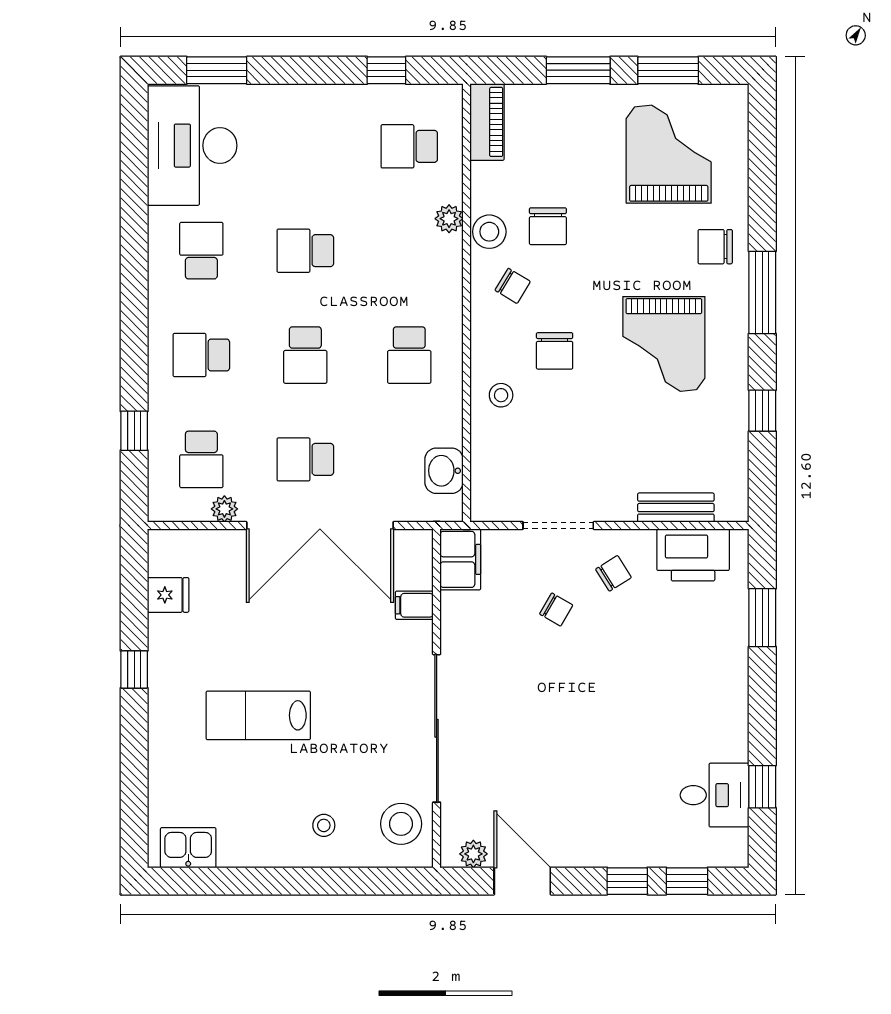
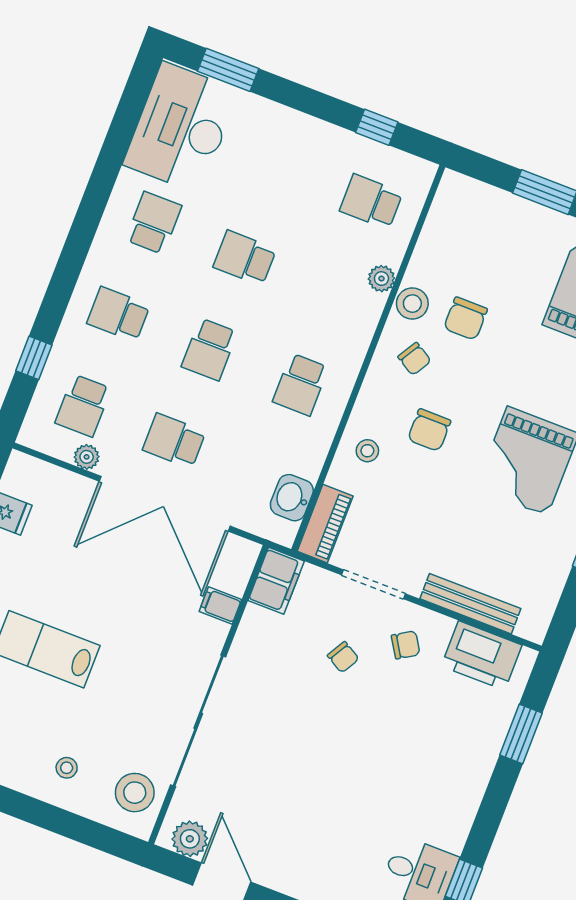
piano: (487, 122) -> (325, 524), moved
bench: (676, 508) -> (470, 604), width x1.36
plant: (473, 854) -> (190, 839), width x1.38, depth x1.38

